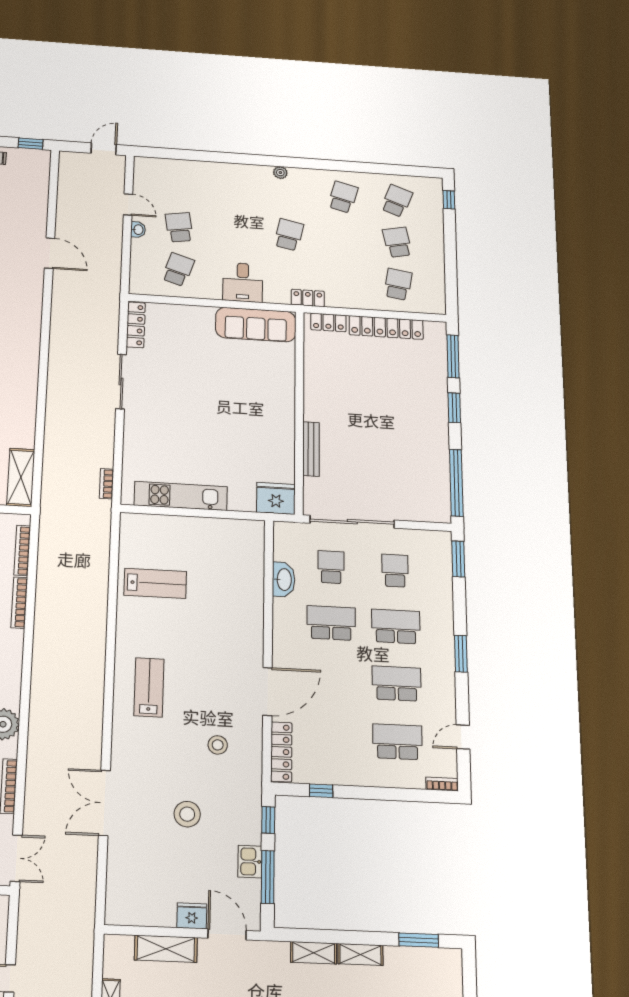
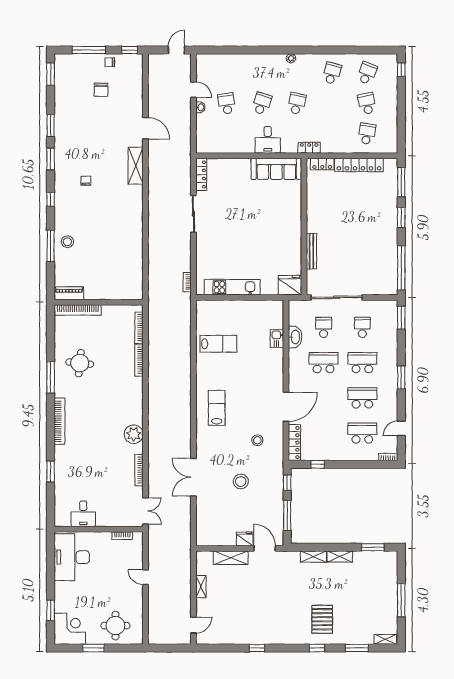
school desk: (178, 270) -> (262, 103), moved
shelving: (21, 477) -> (136, 166), moved
kitchen sink: (250, 862) -> (277, 339), moved

